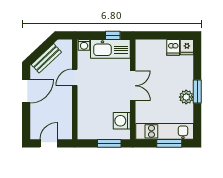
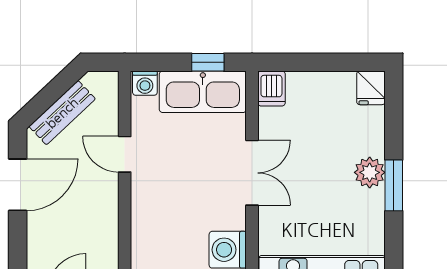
dishwasher: (173, 47) -> (271, 88), moved
door: (75, 77) -> (125, 154), hinge flipped
plant: (186, 97) -> (370, 172), moved

